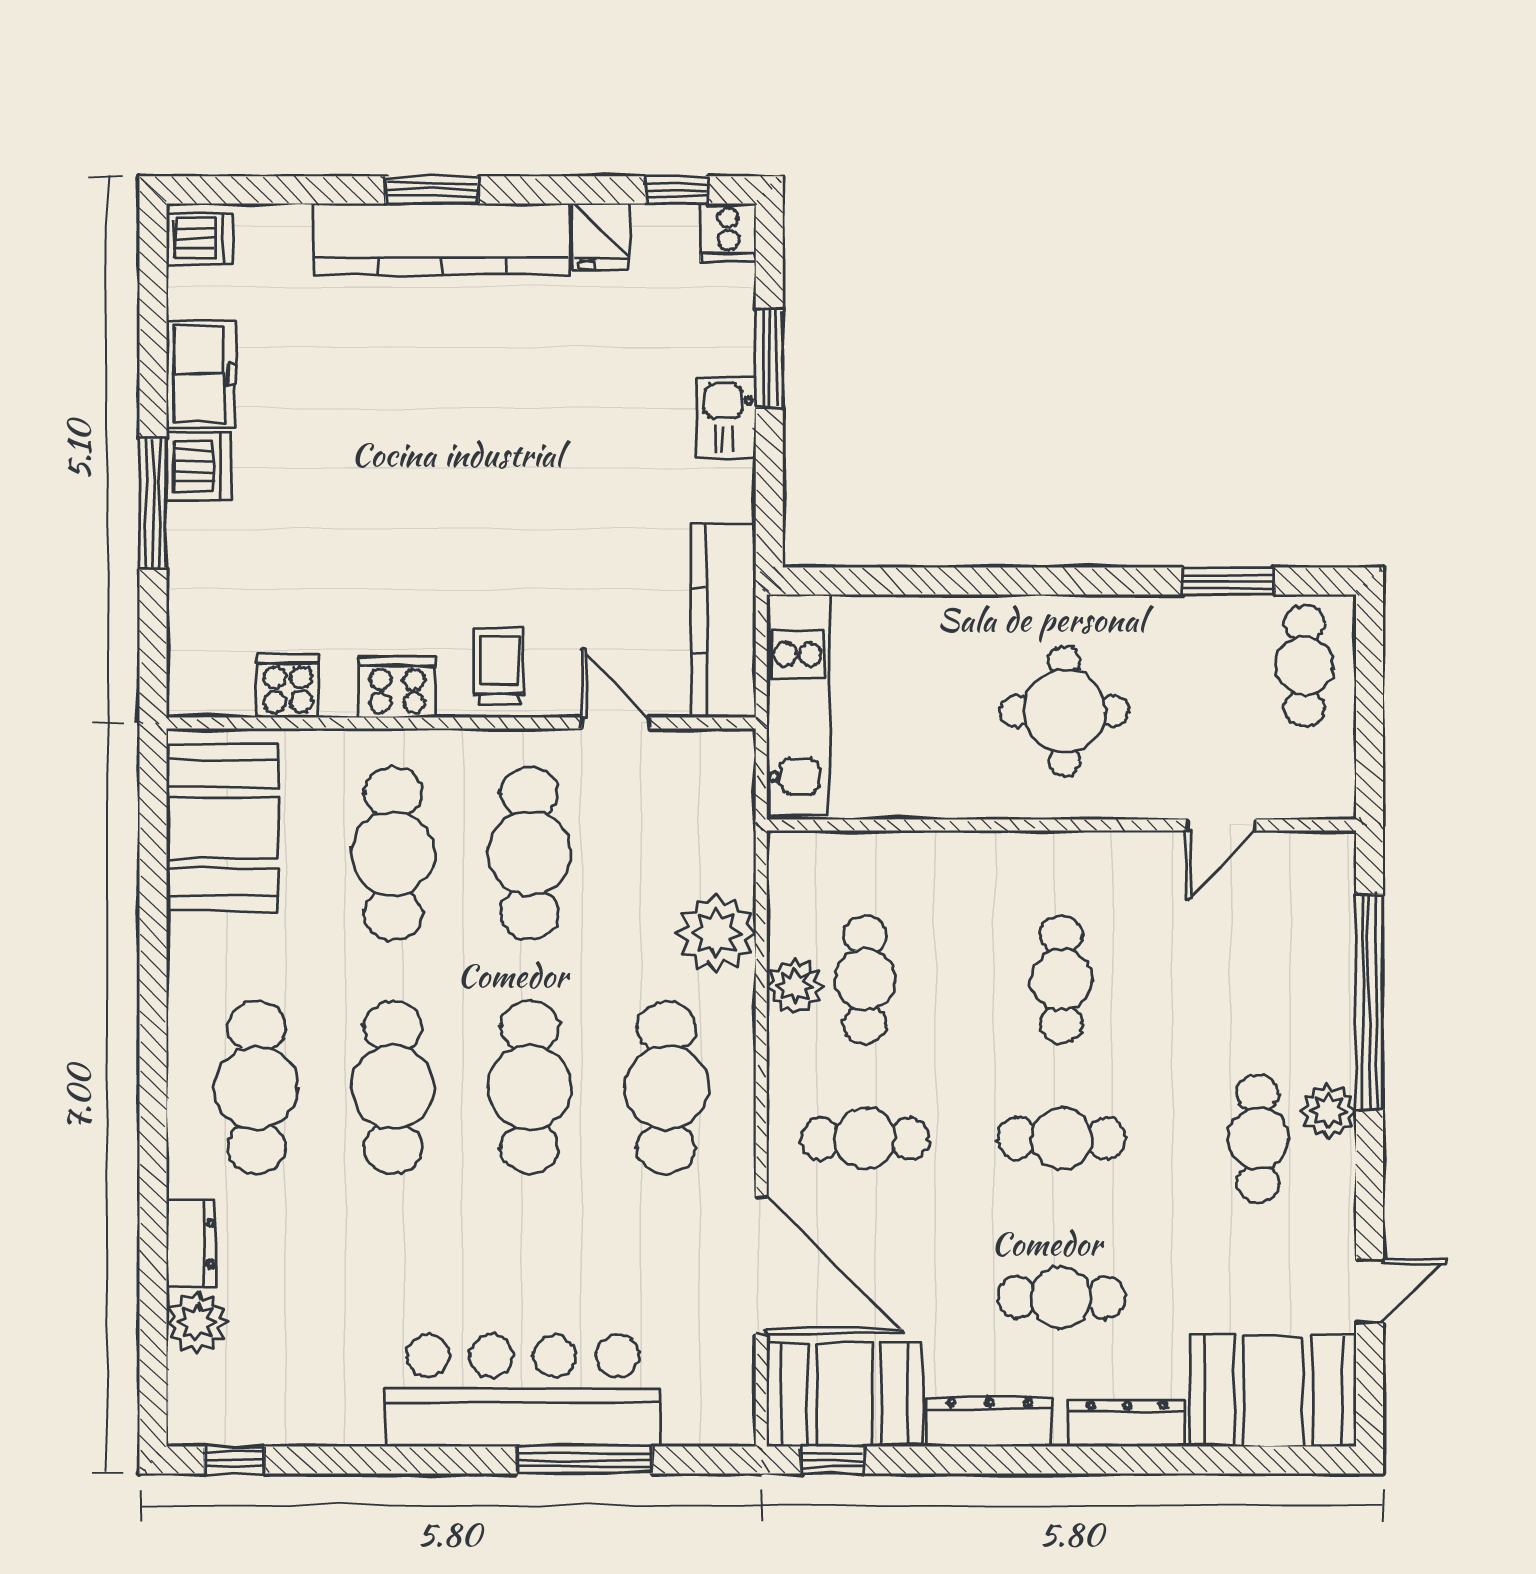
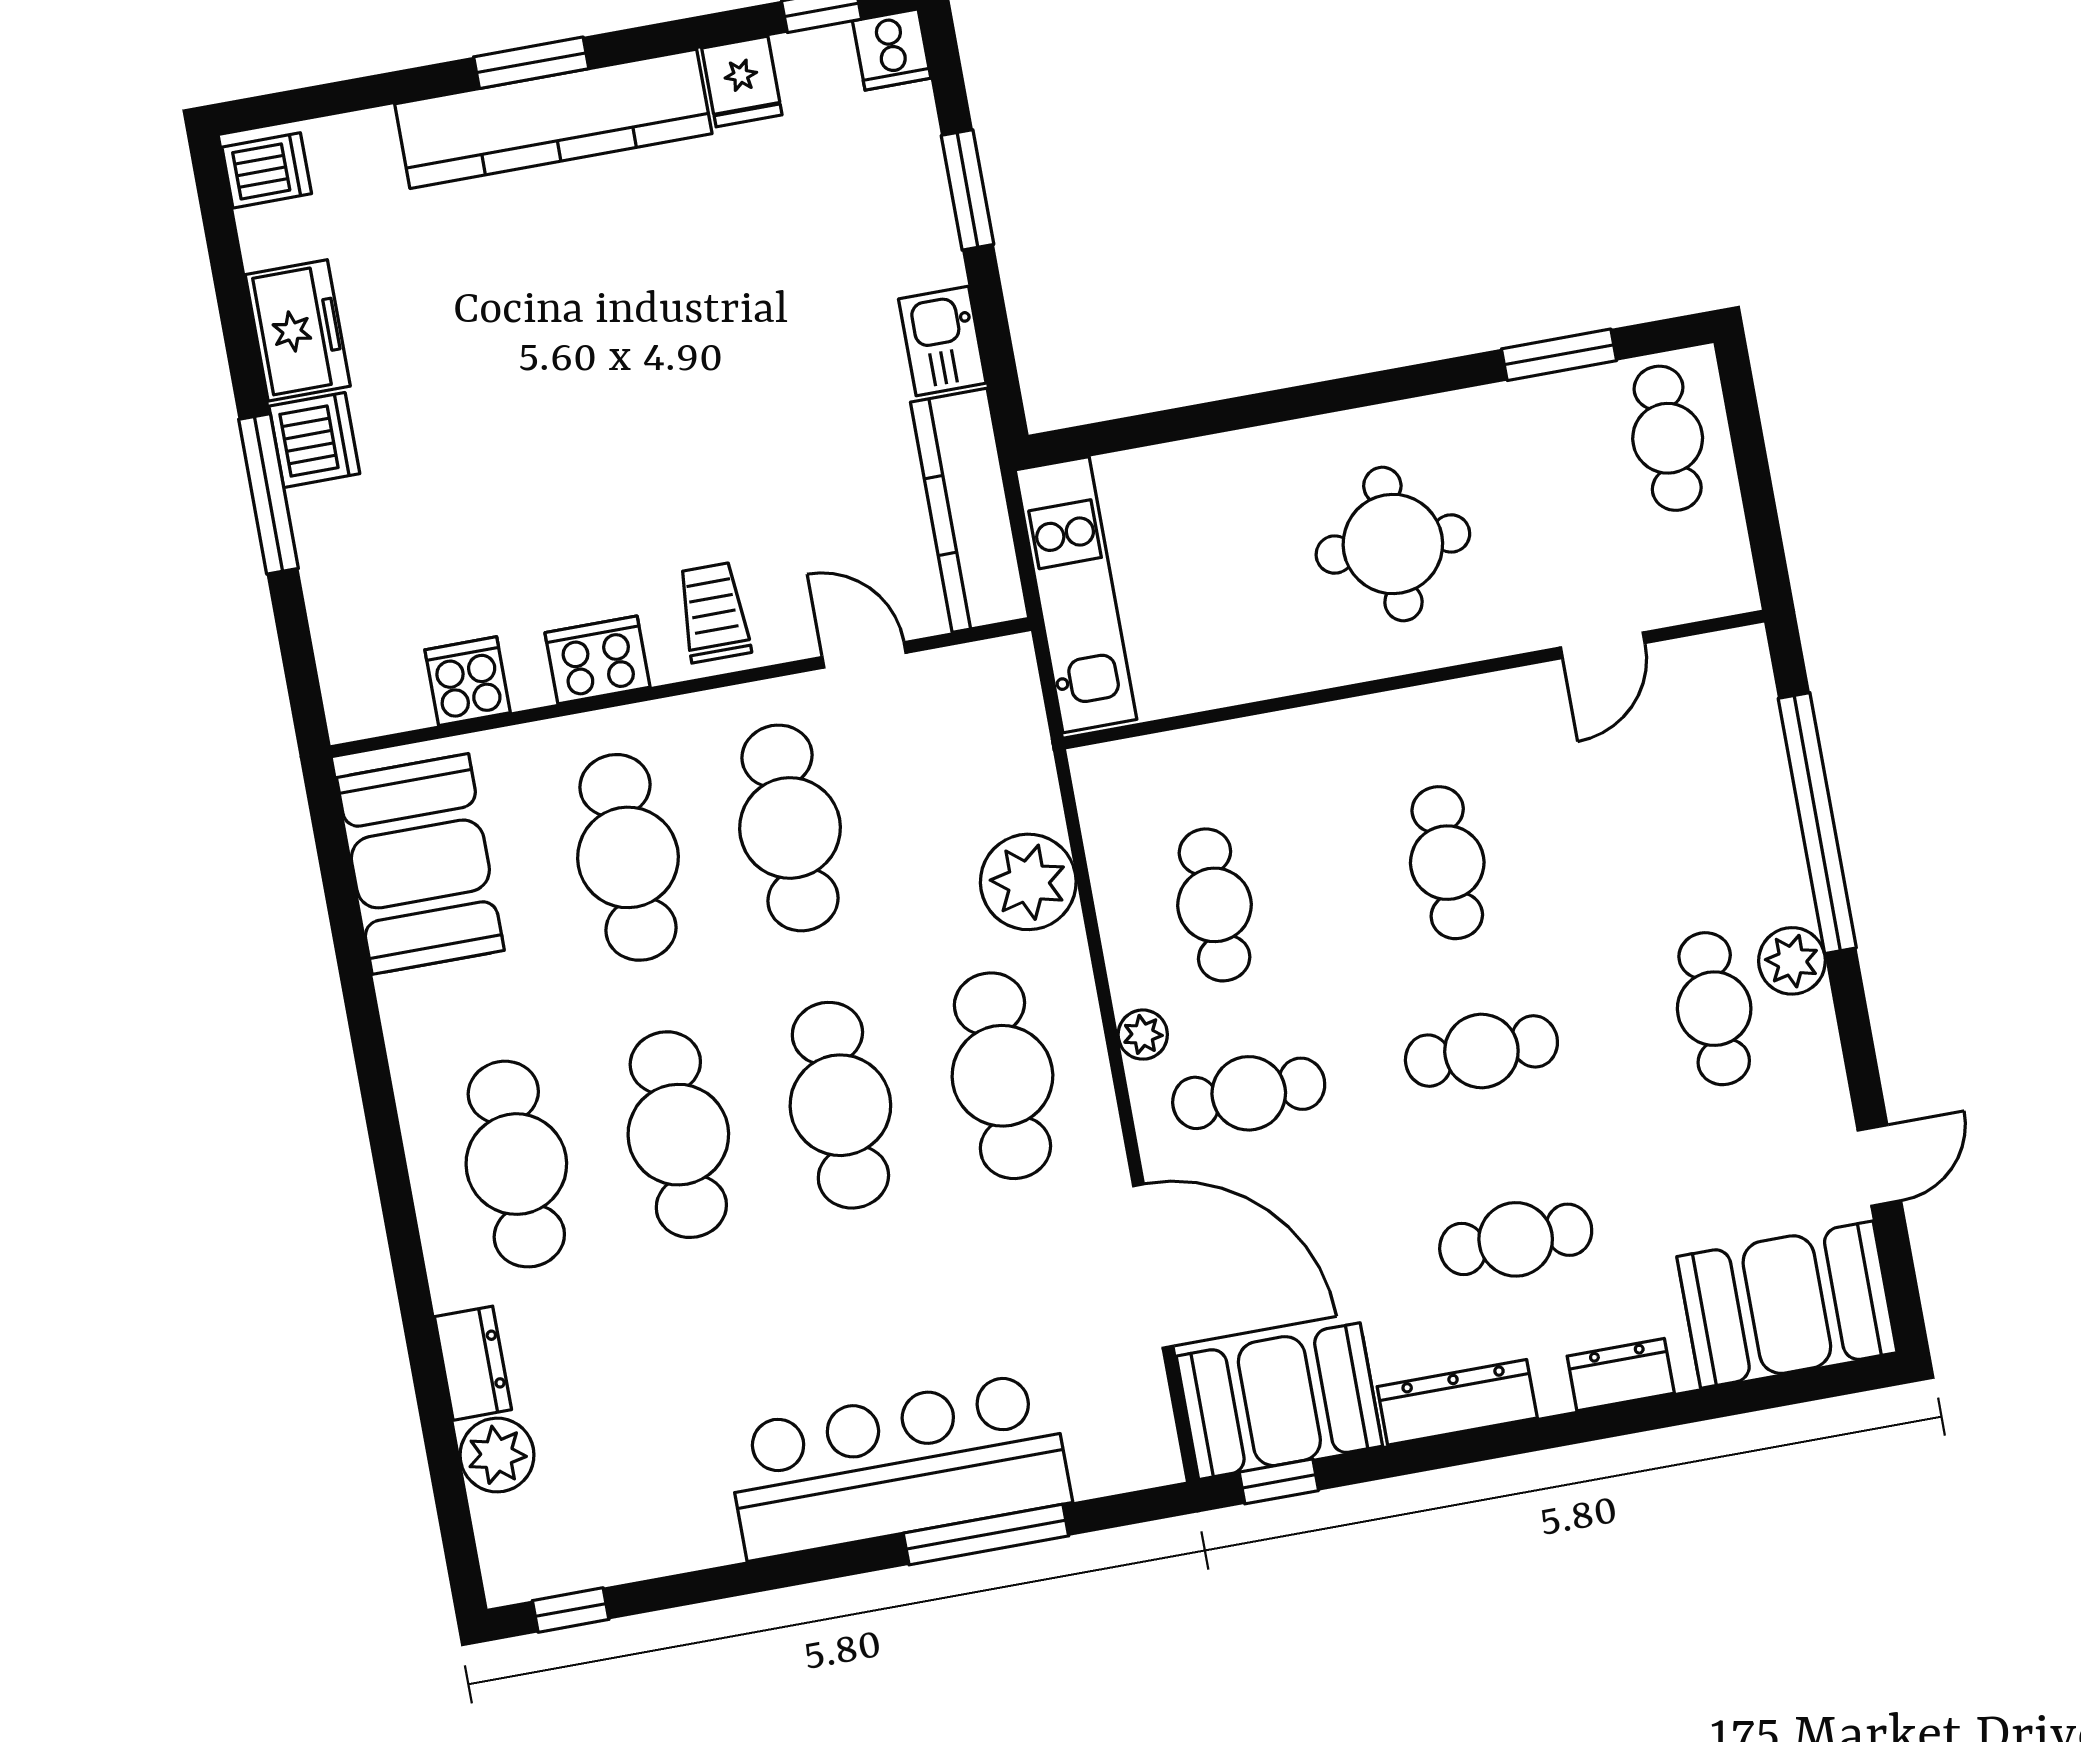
kitchen sink: (726, 417) -> (942, 341), moved
plant: (795, 986) -> (1143, 1035), moved, width x0.73, depth x0.73
dresser: (1127, 1423) -> (1621, 1375), width x0.70

